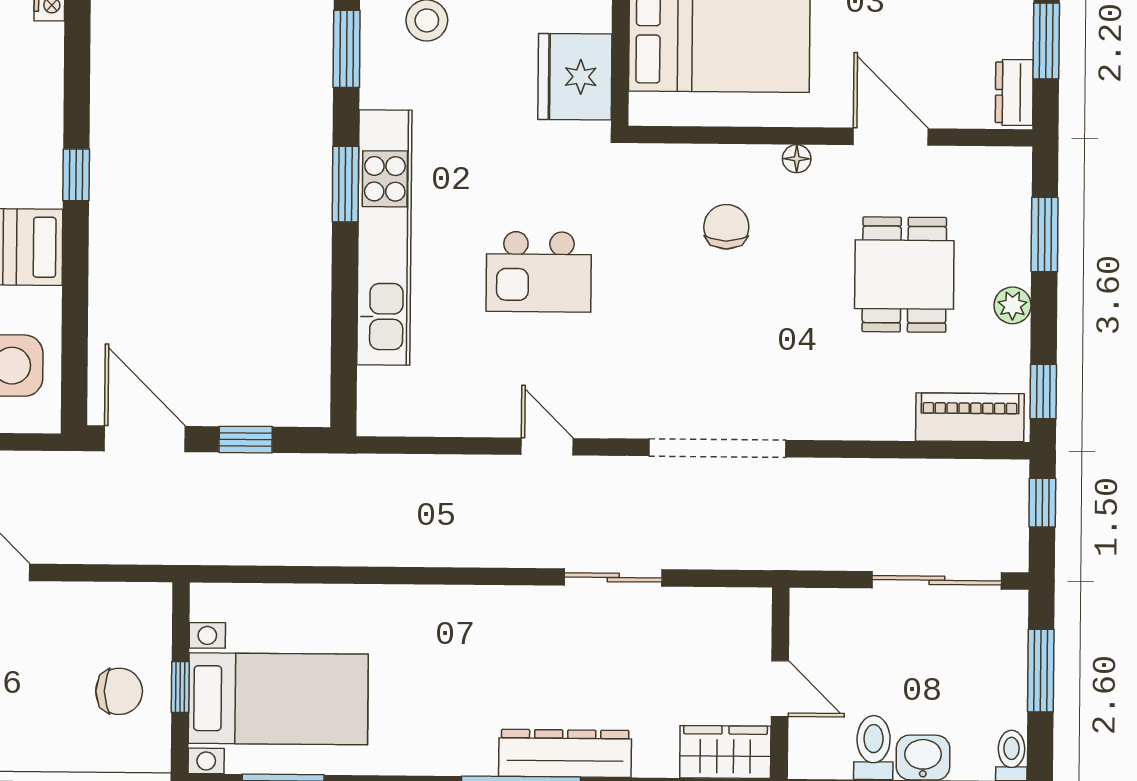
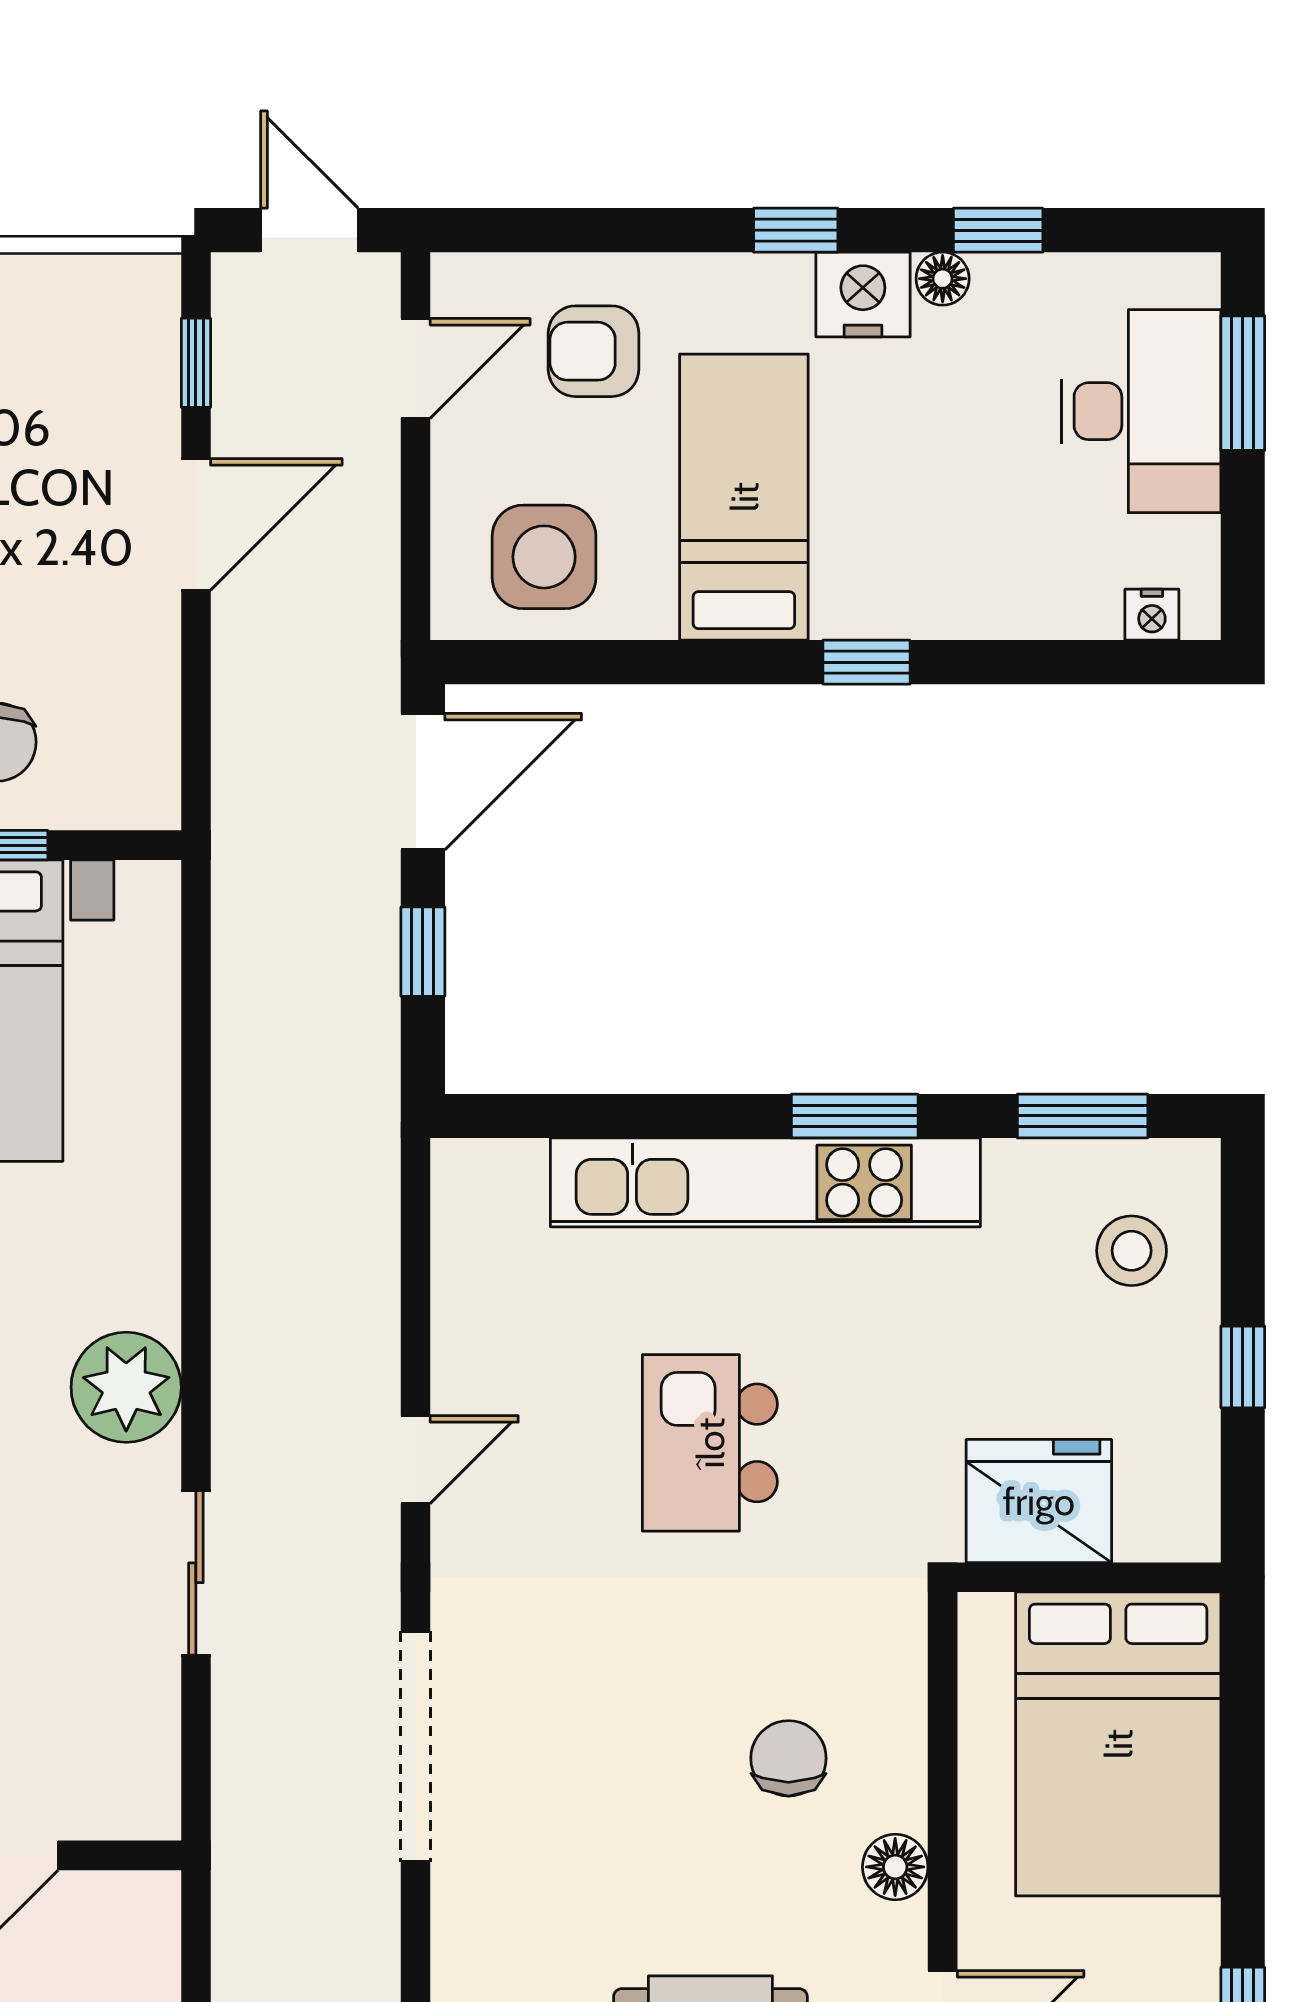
floor lamp: (797, 159) -> (895, 1867), width x1.37, depth x1.37
chair: (726, 227) -> (788, 1758), turned -90
plant: (503, 618) -> (126, 1387), added

